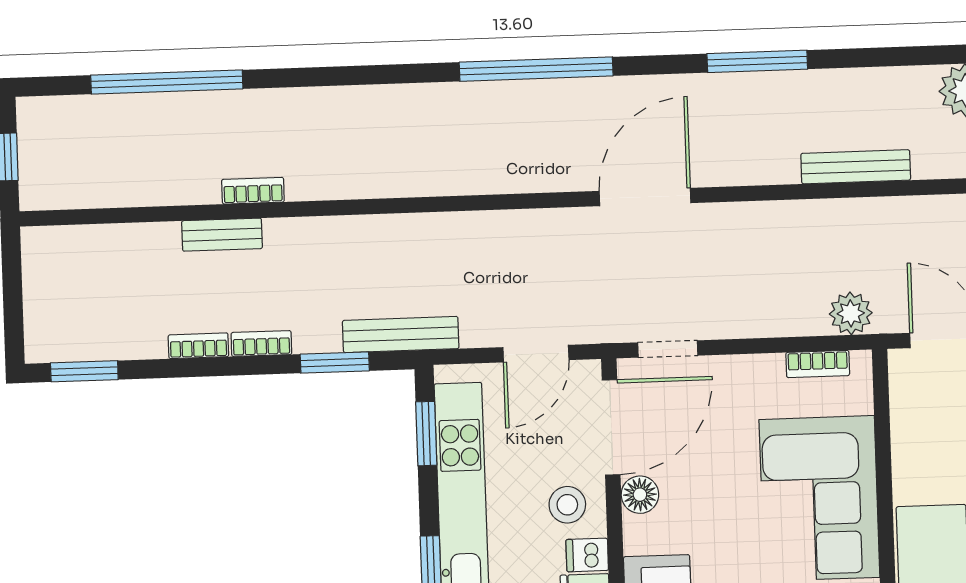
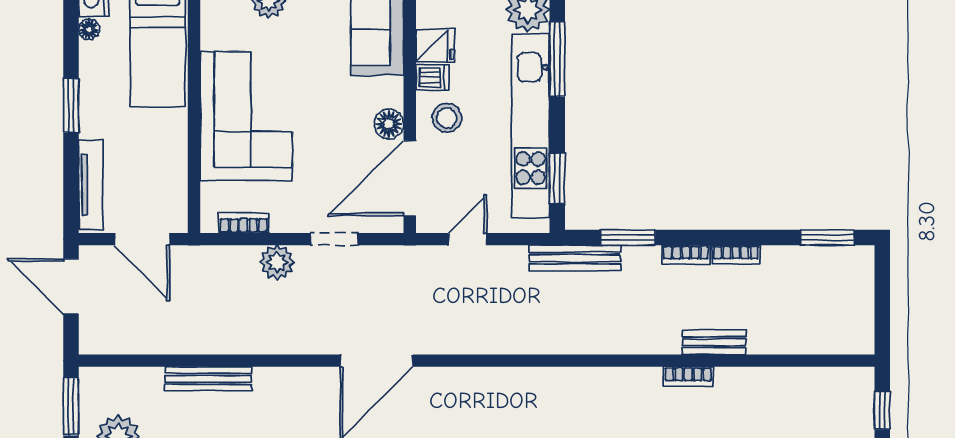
plant: (851, 313) -> (277, 262), moved
doorway: (668, 349) -> (334, 239), moved
door: (536, 354) -> (468, 239), width x0.73

